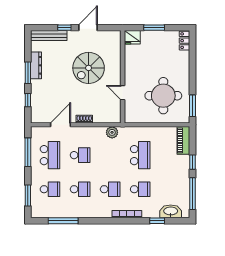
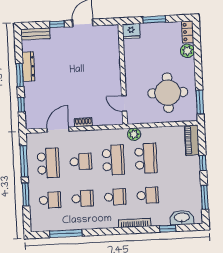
bench: (49, 36) -> (35, 34), width x0.73
plant: (183, 58) -> (187, 51), added
spiral stairs: (89, 68) -> (85, 67), removed
door: (123, 93) -> (124, 104), moved
plant: (112, 132) -> (134, 134), moved
school desk: (110, 155) -> (113, 160), added
window: (192, 194) -> (204, 197), width x0.69
window: (28, 196) -> (26, 195), moved

